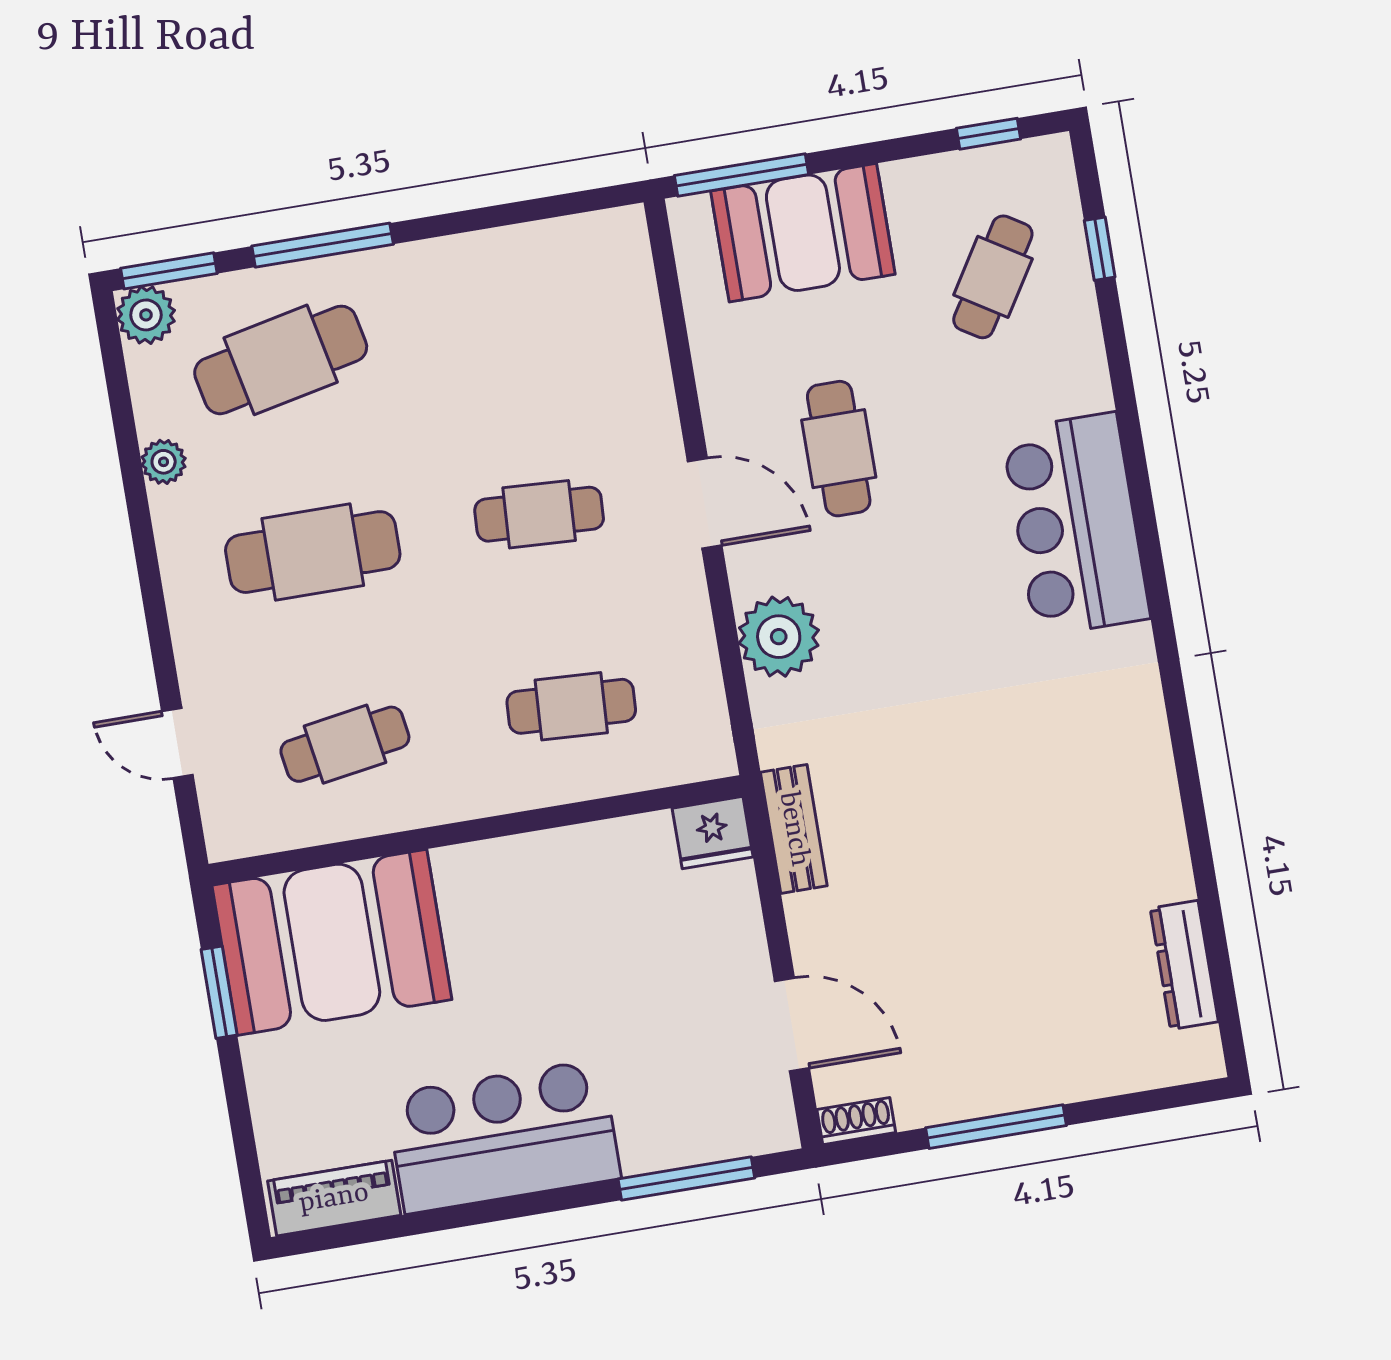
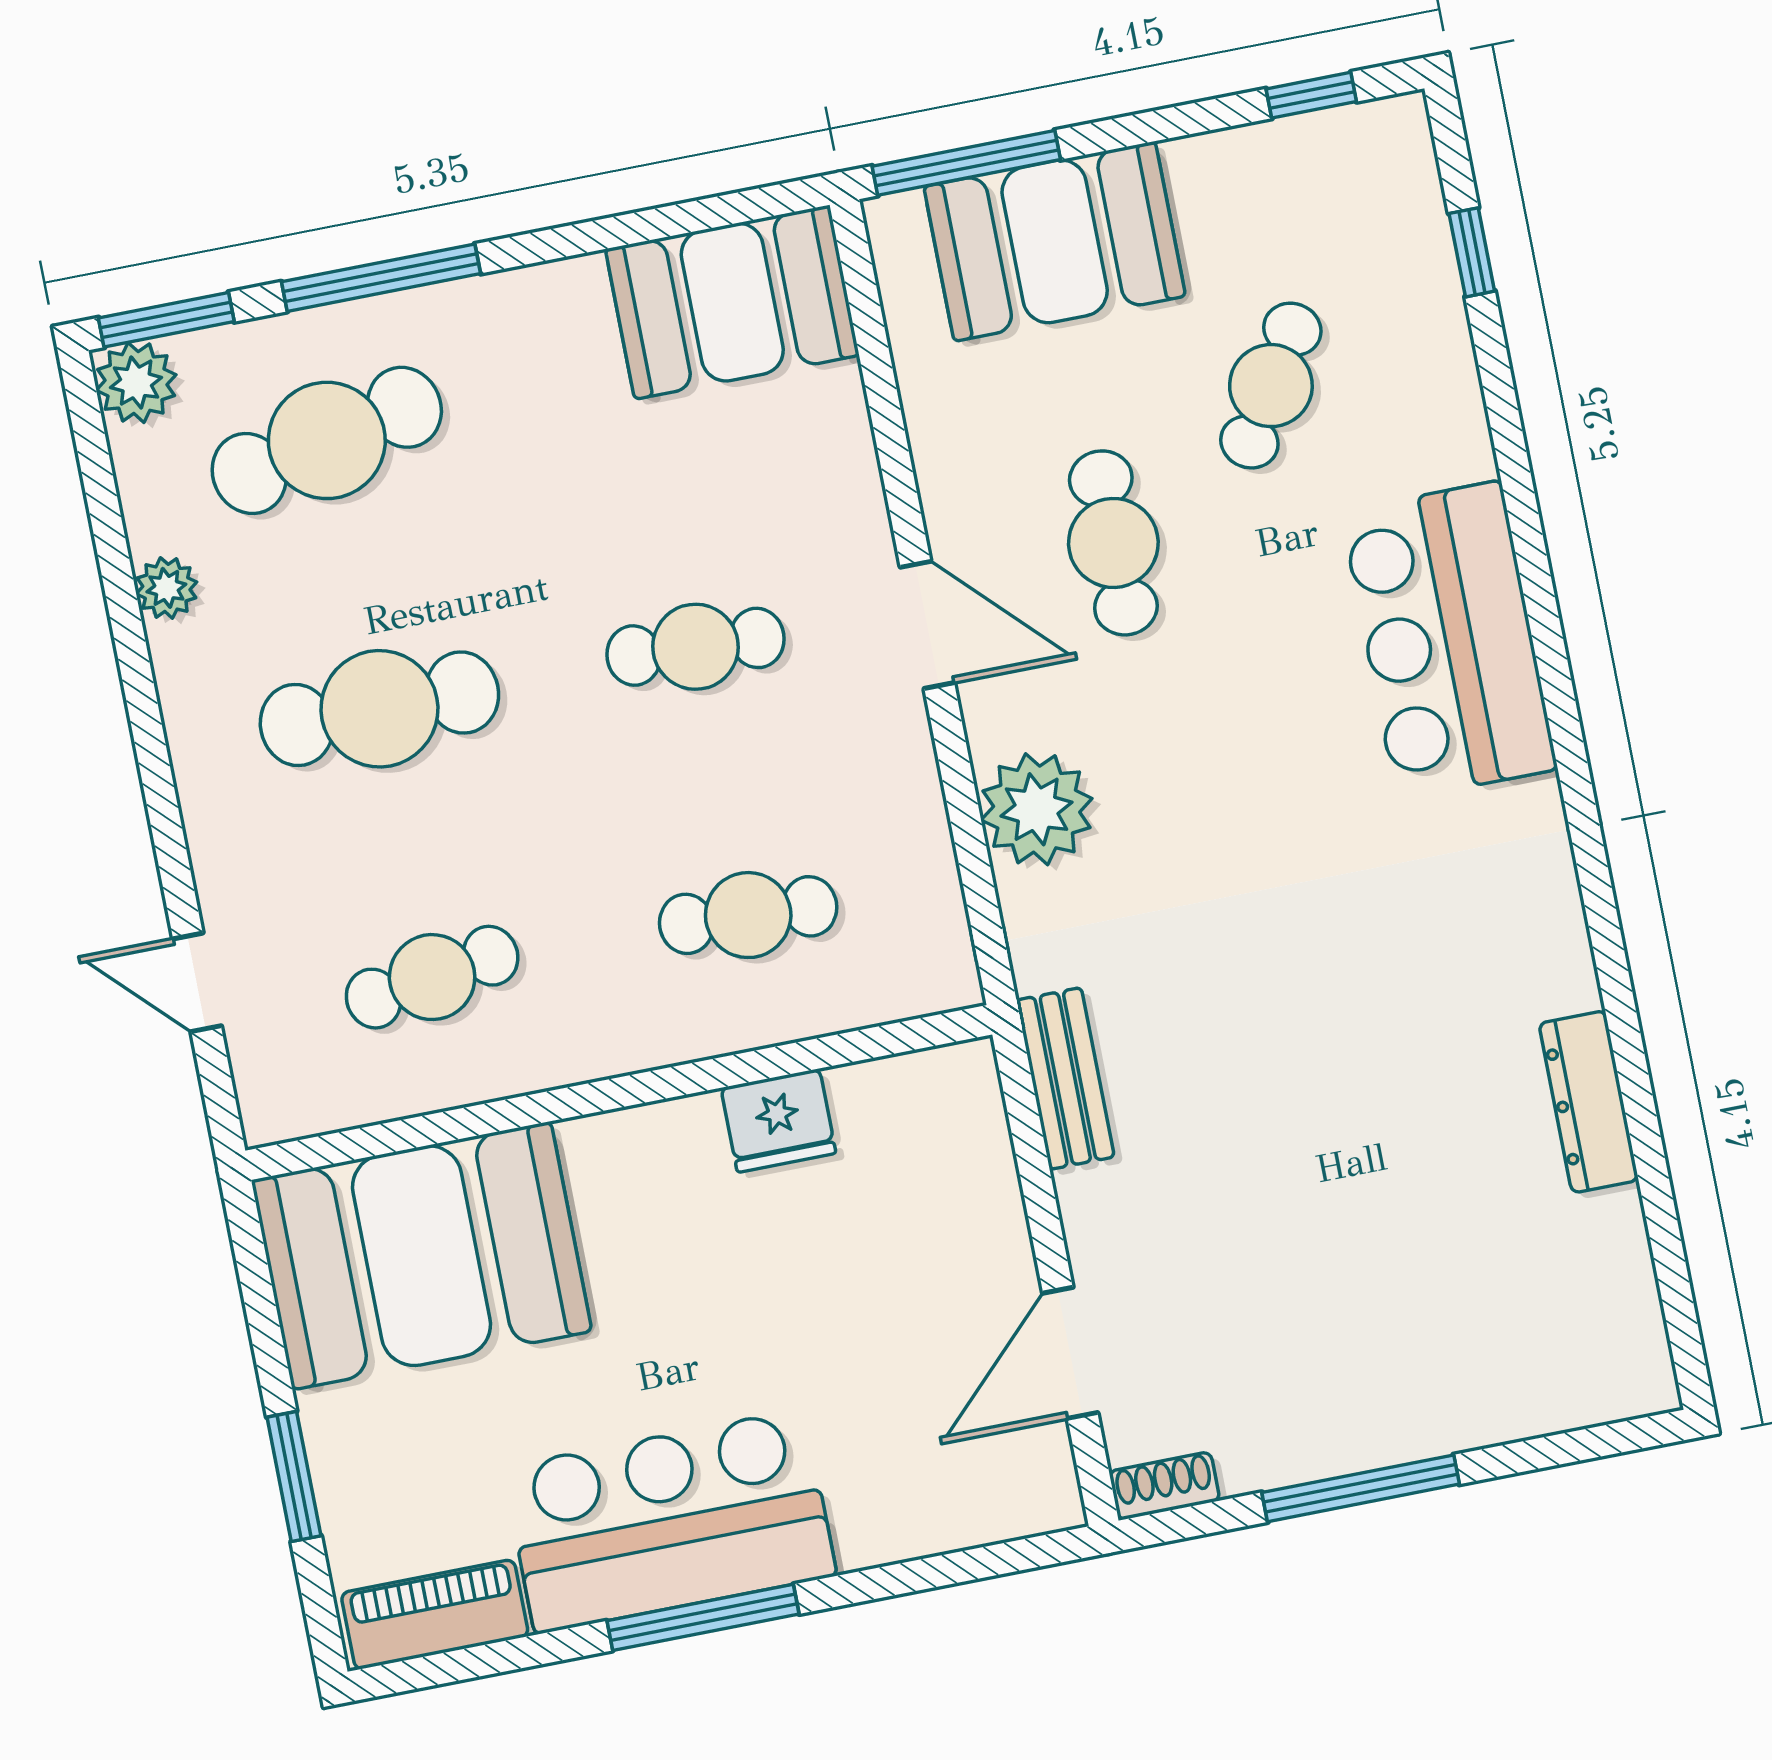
booth: (572, 270) -> (732, 302), added
cafe table: (993, 277) -> (1271, 386), moved
fridge: (713, 833) -> (778, 1121), moved
dresser: (1184, 965) -> (1589, 1102), moved
window: (219, 992) -> (294, 1476), moved
door: (792, 1024) -> (1070, 1353), swing flipped
window: (686, 1179) -> (703, 1617), moved

